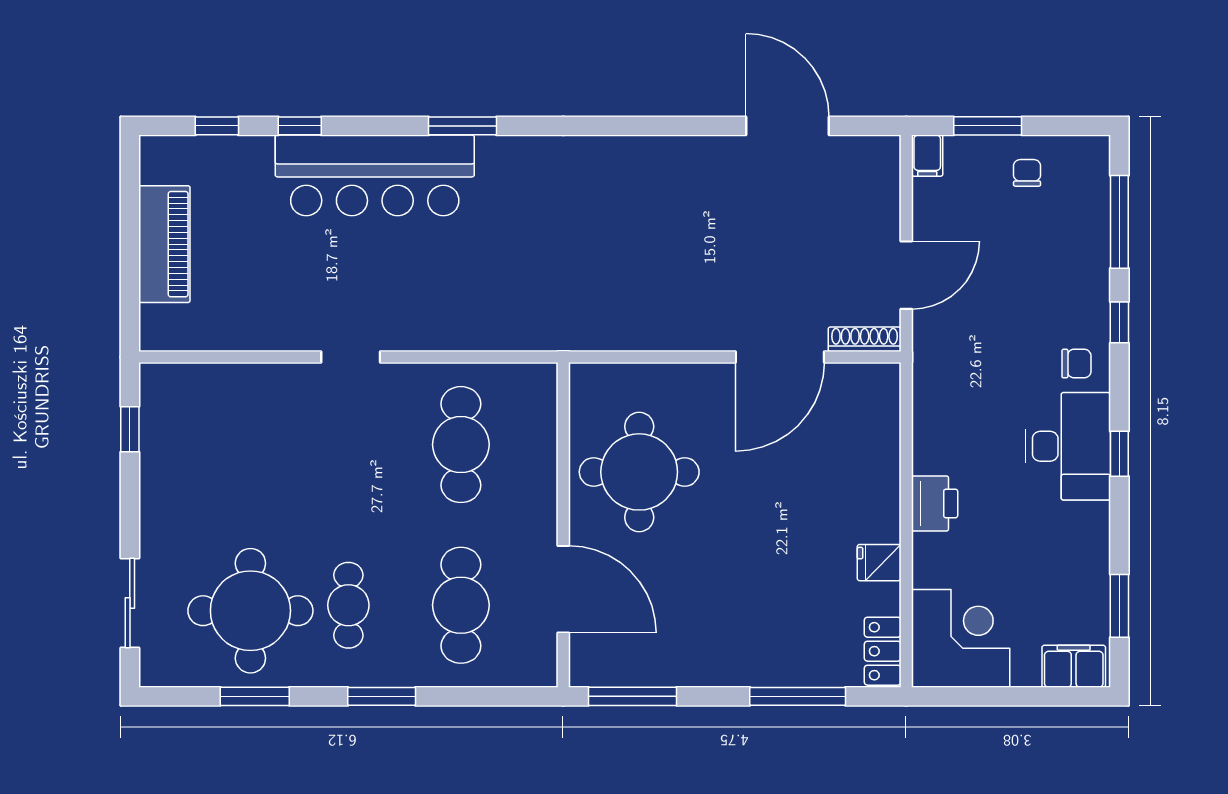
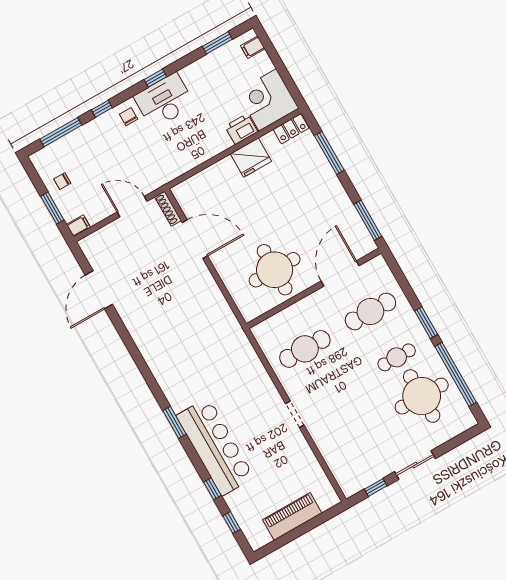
printer: (935, 503) -> (241, 129), moved
fridge: (879, 563) -> (251, 158), width x1.88, depth x1.34
sliding door: (130, 603) -> (415, 465), moved
filing cabinet: (1074, 666) -> (253, 47), width x0.50
window: (255, 696) -> (456, 374), width x2.11

